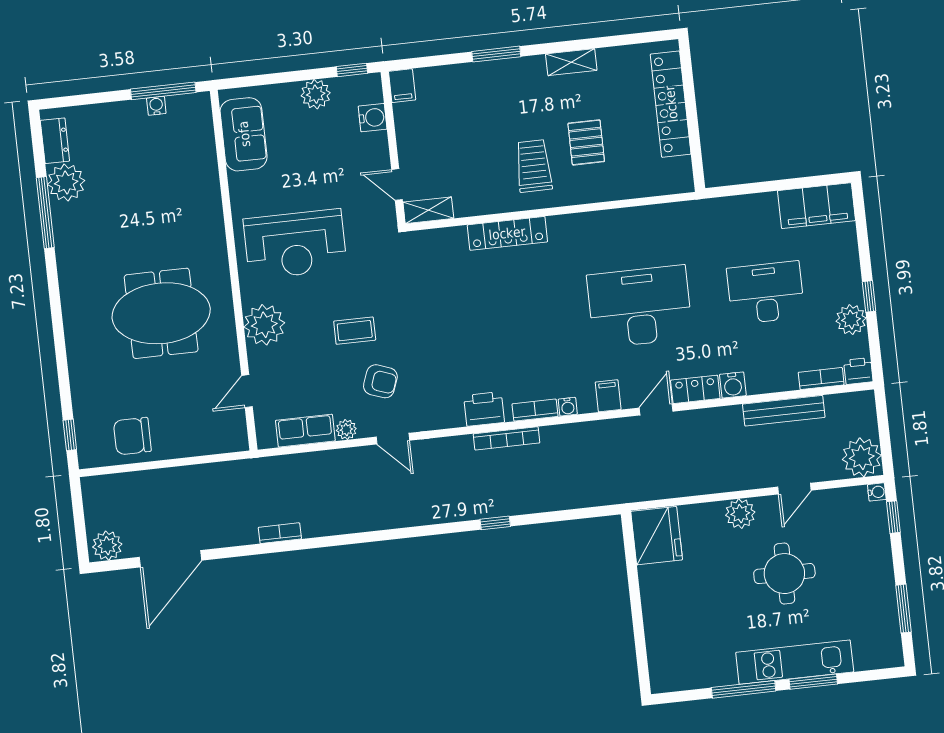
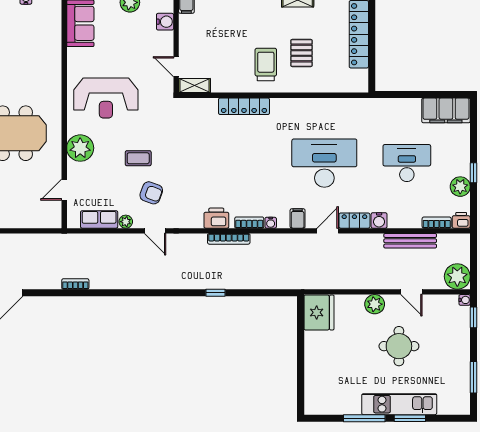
door: (794, 489) -> (411, 292), hinge flipped

